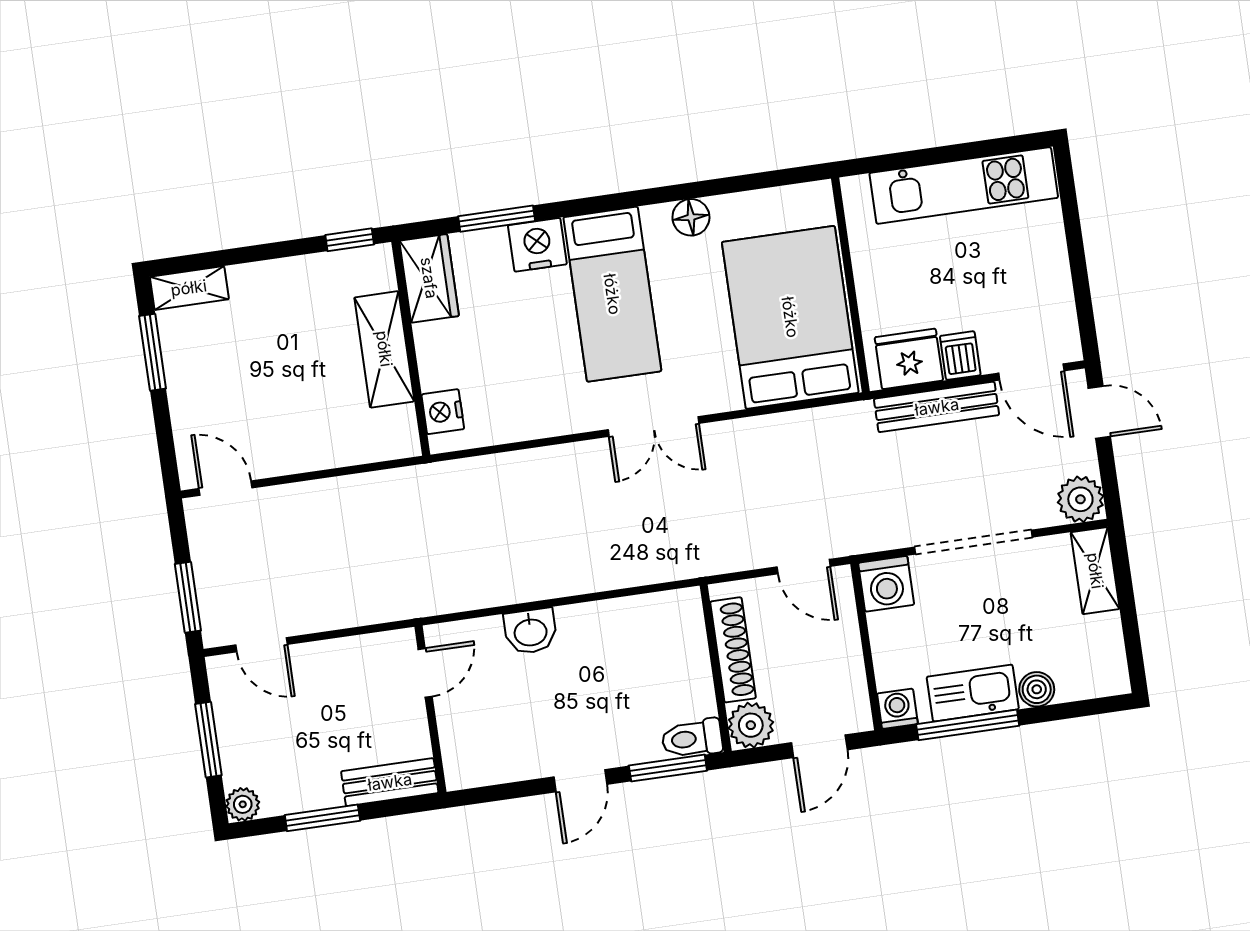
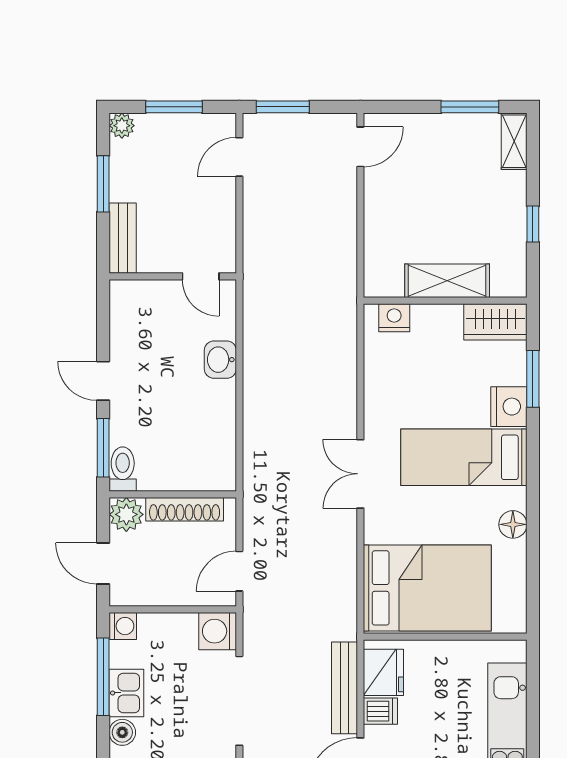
window: (350, 240) -> (533, 224), moved
kitchen sink: (973, 693) -> (126, 693), width x0.73

